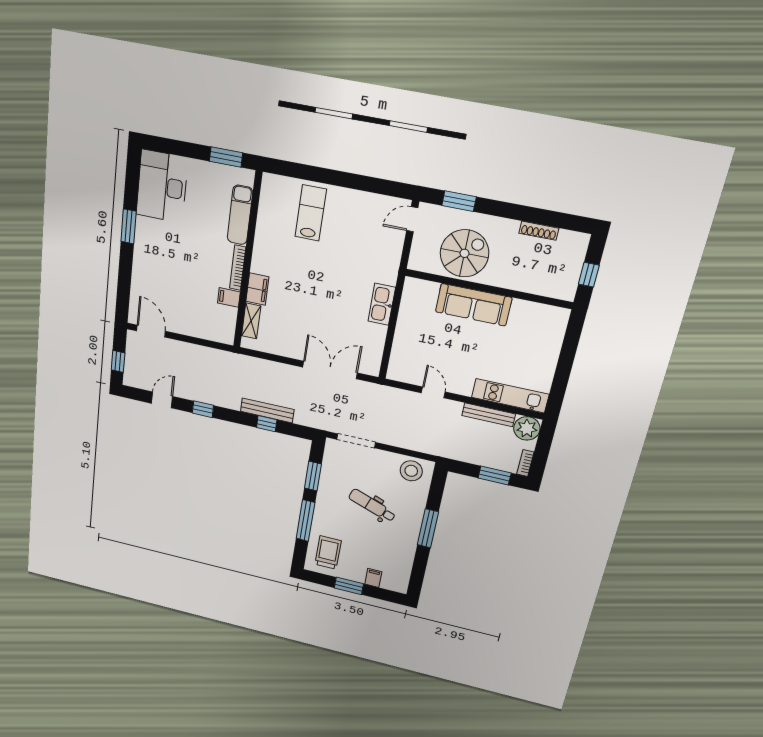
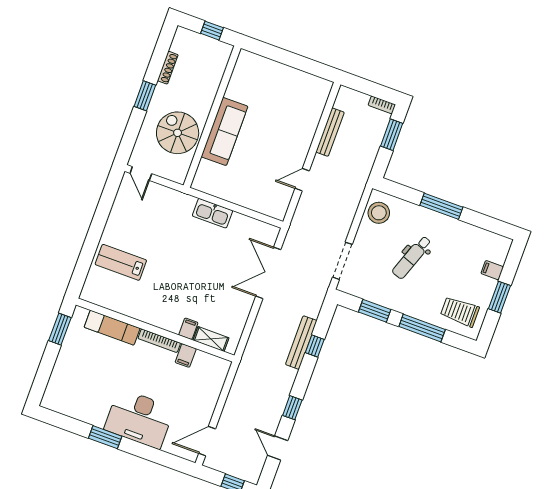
desk: (162, 186) -> (139, 419), moved
window: (459, 201) -> (145, 96), moved
filing cabinet: (257, 289) -> (188, 329), width x0.50
kitchen unit: (510, 396) -> (314, 110), removed
plant: (527, 428) -> (347, 99), removed

